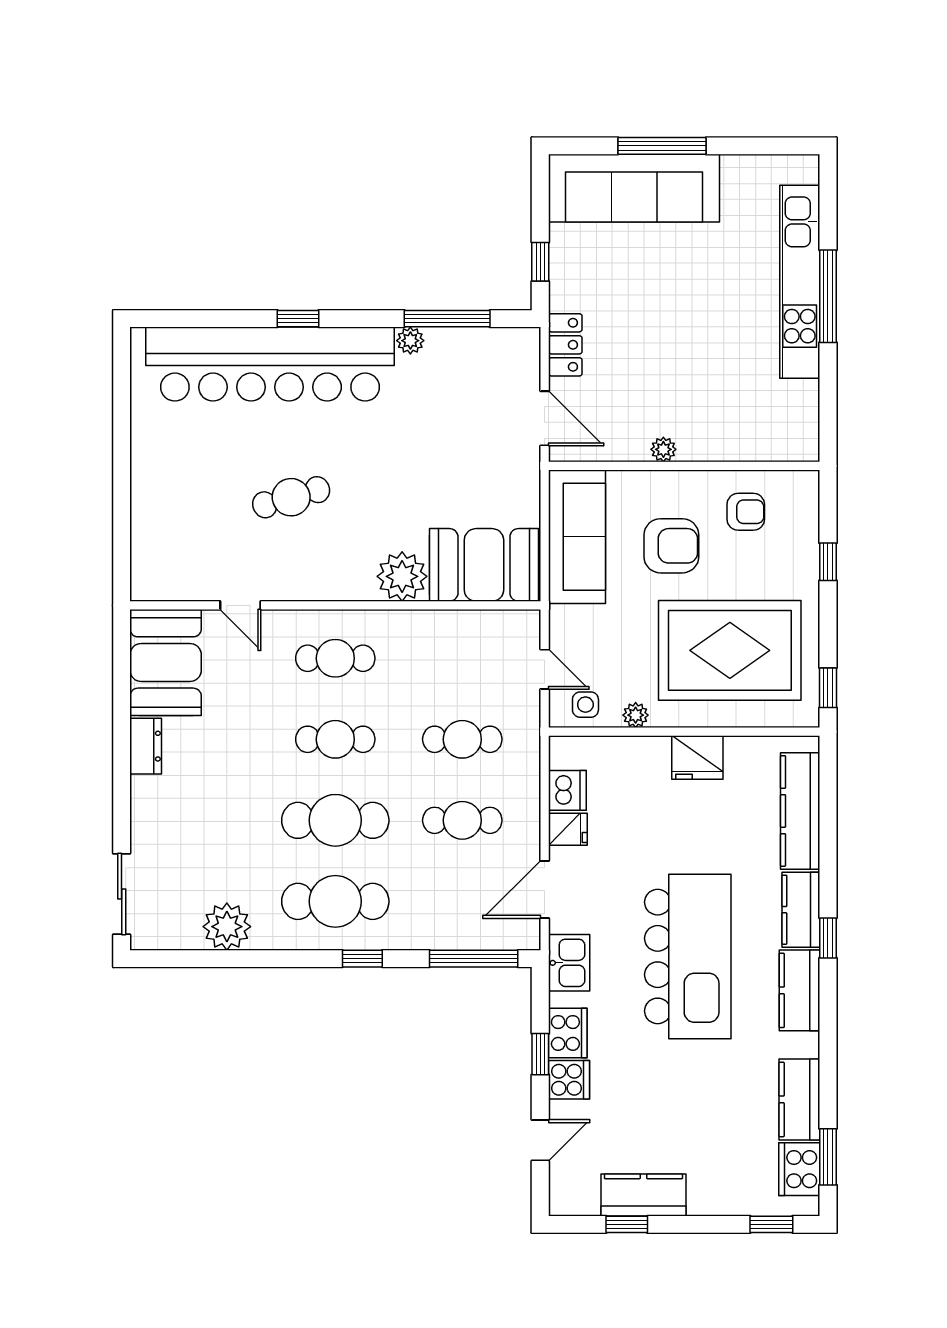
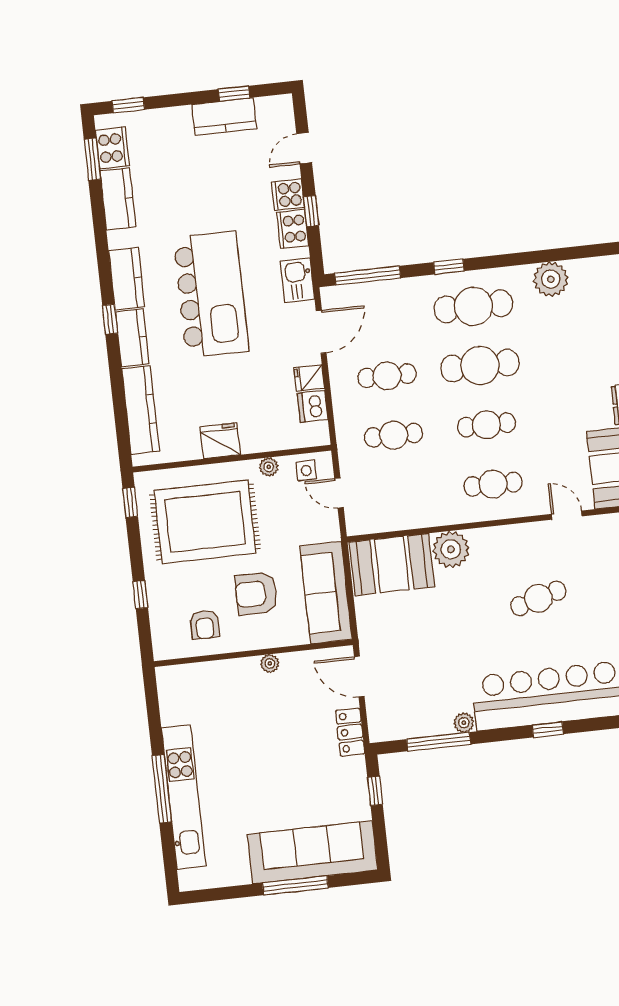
armchair: (746, 512) -> (205, 624), turned -90
kitchen island: (688, 957) -> (211, 294), turned 180

